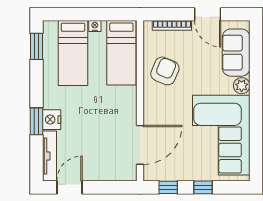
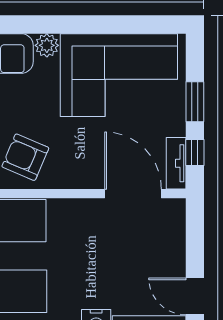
tv unit: (161, 174) -> (176, 163), added
window: (203, 187) -> (195, 102), width x1.50

